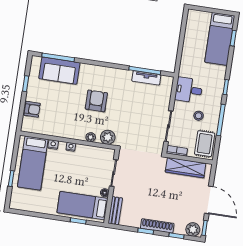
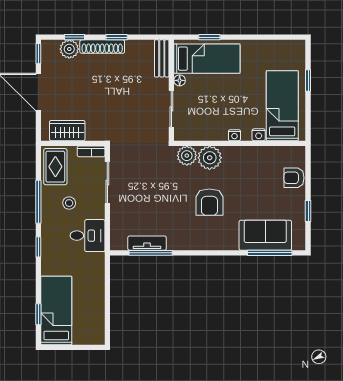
plant: (91, 137) -> (210, 158), width x1.87, depth x1.87
wardrobe: (186, 168) -> (67, 131), width x0.67
plant: (193, 229) -> (69, 49), moved

